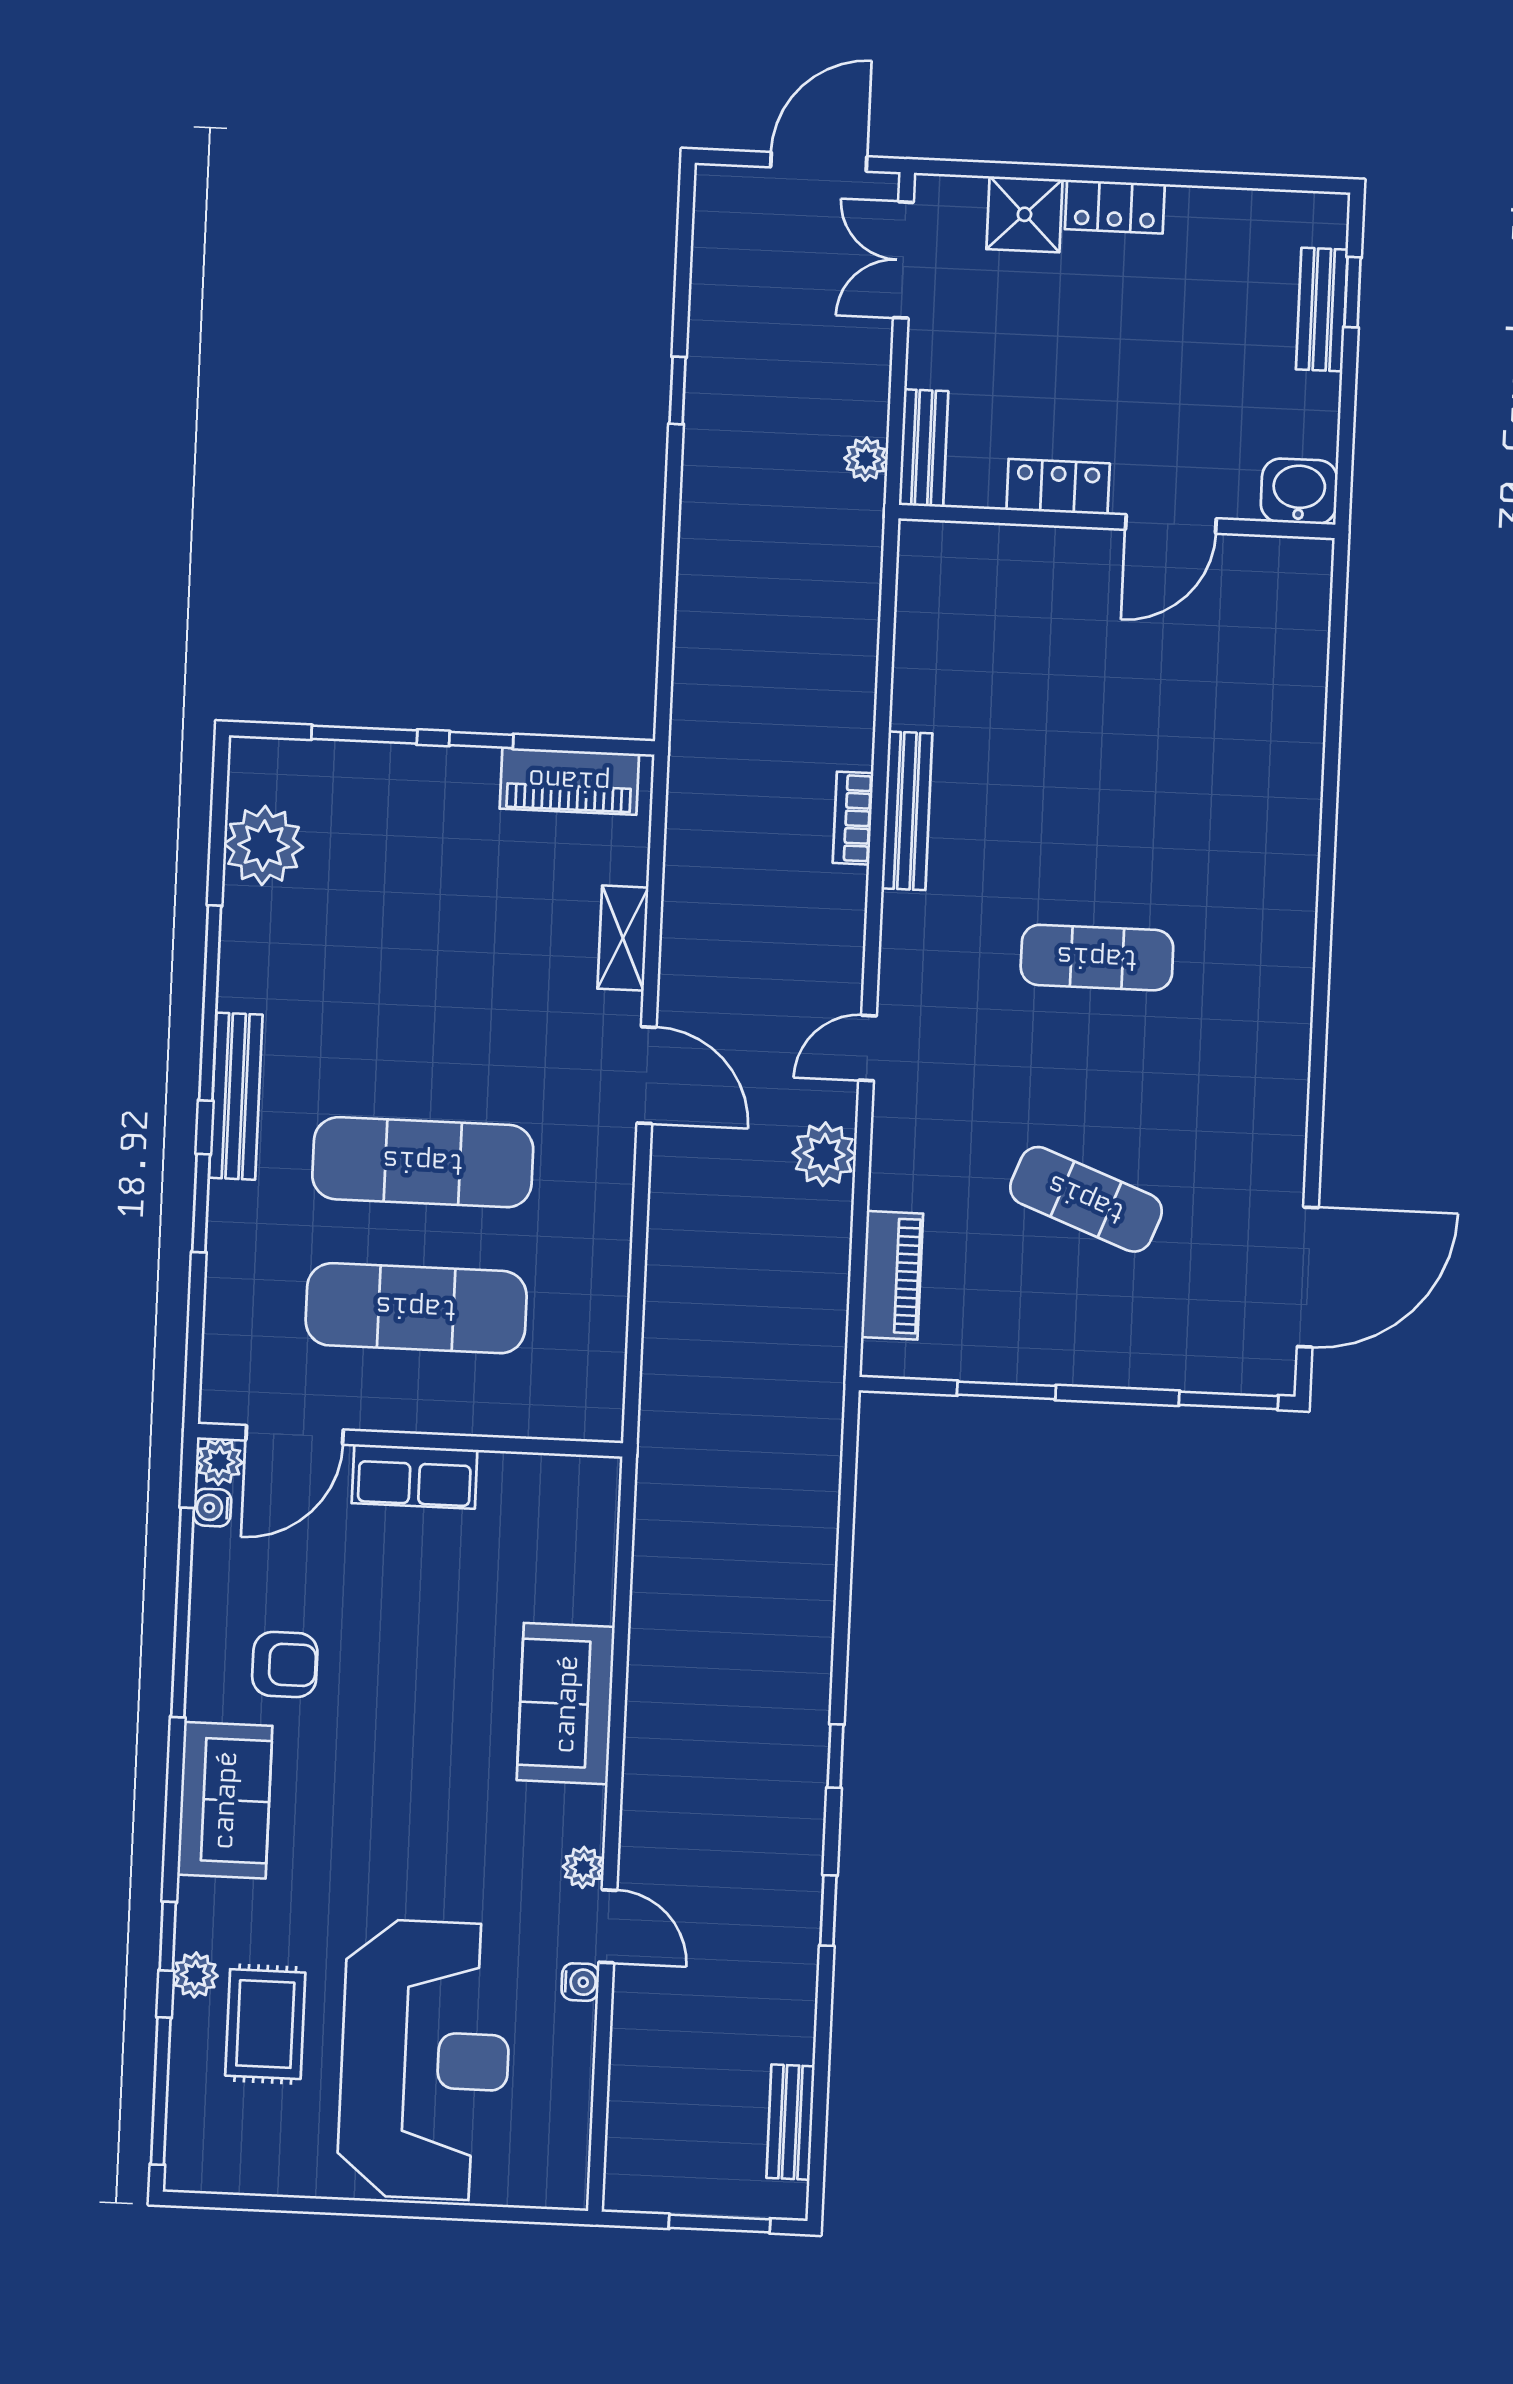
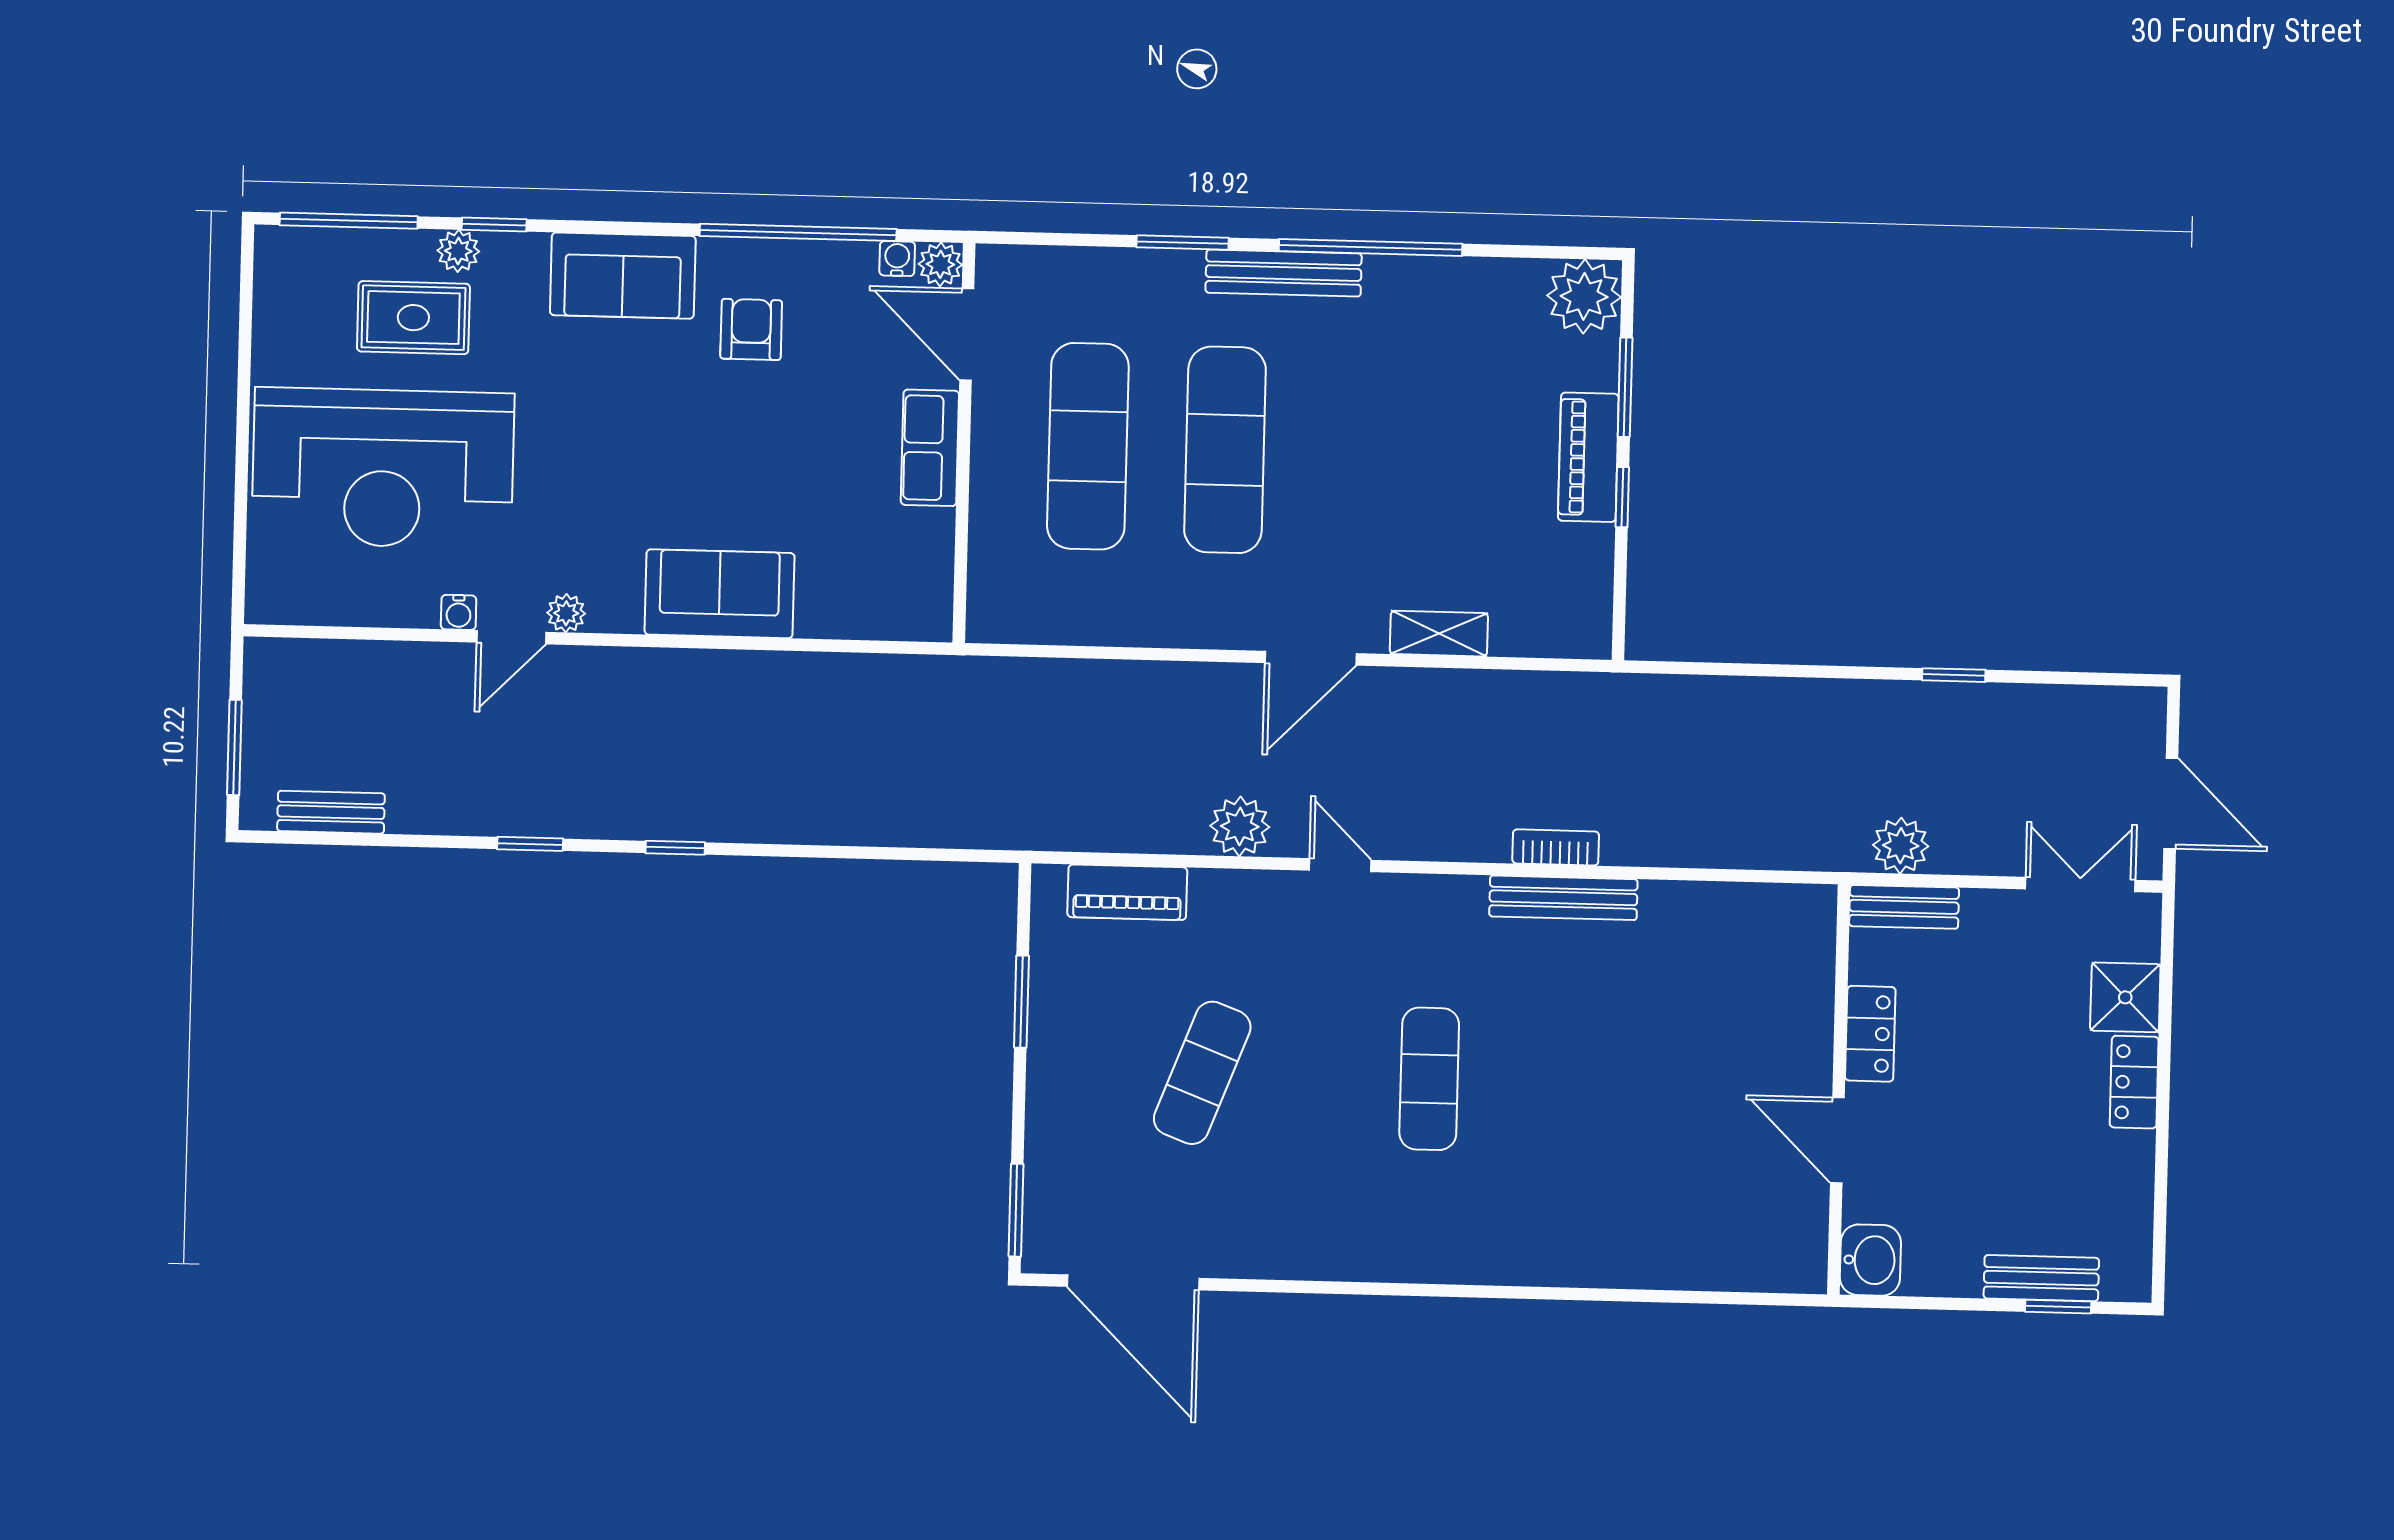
plant: (866, 459) -> (1901, 846), width x1.38, depth x1.38
piano: (569, 781) -> (1588, 457), moved
plant: (264, 845) -> (1584, 296), moved
armchair: (285, 1665) -> (751, 329), turned 180

